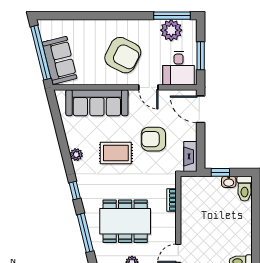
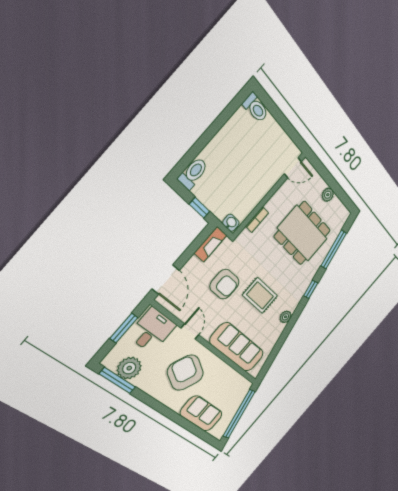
sofa: (59, 60) -> (201, 414), moved, turned 104
washbasin: (229, 182) -> (231, 223), moved

